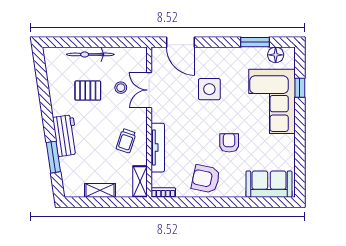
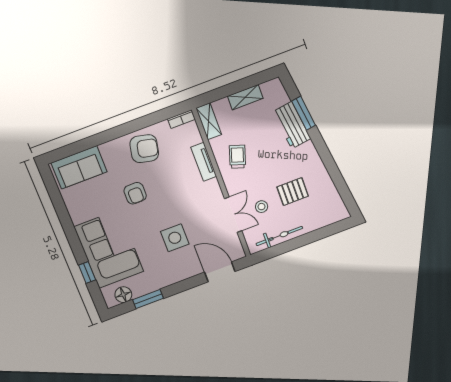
bicycle: (90, 54) -> (279, 236), moved
workbench: (65, 136) -> (292, 125), moved
tv unit: (158, 148) -> (204, 162), width x0.71

